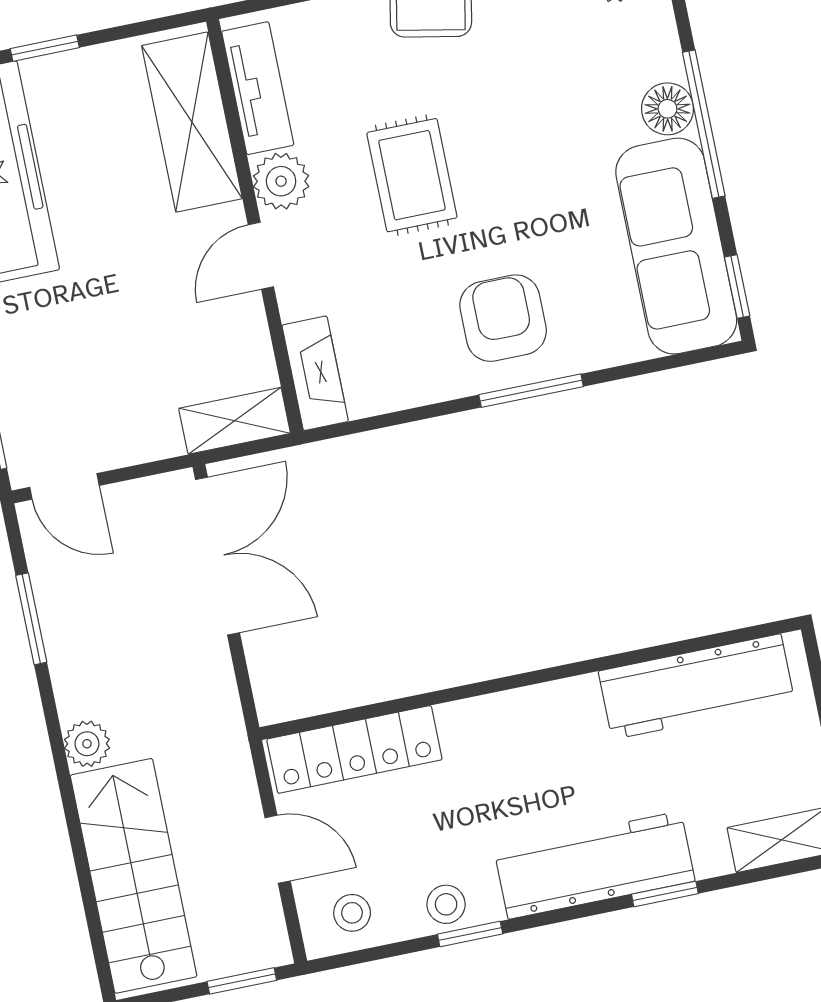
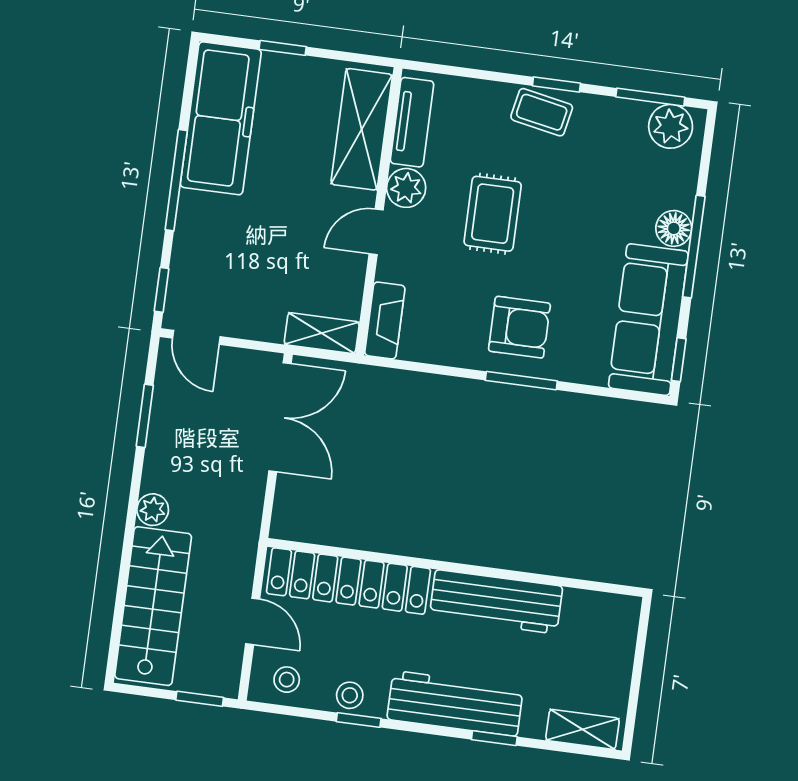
armchair: (503, 318) -> (519, 327), turned 90
workbench: (697, 687) -> (496, 602), moved
locker: (354, 749) -> (348, 581), width x1.41, depth x1.21

